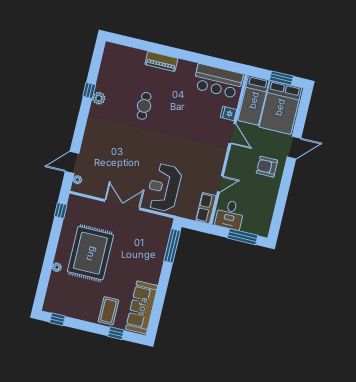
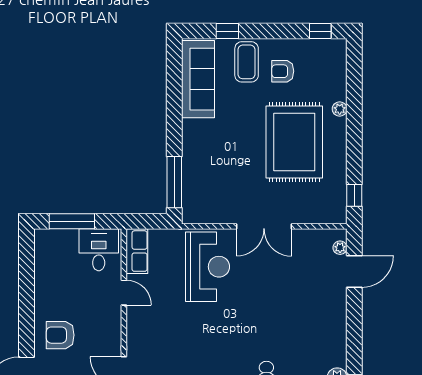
armchair: (267, 167) -> (60, 335), turned 180
door: (220, 184) -> (124, 293), swing flipped
armchair: (87, 300) -> (283, 71), added

